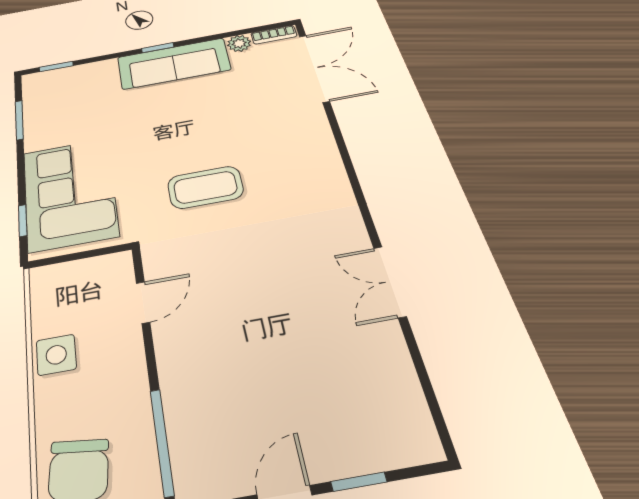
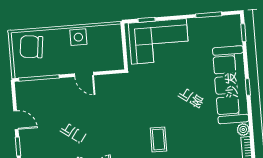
sofa: (174, 64) -> (231, 85), width x1.36, depth x1.27
coffee table: (205, 187) -> (158, 139), moved, width x0.73, depth x0.77
door: (143, 302) -> (84, 74), moved

